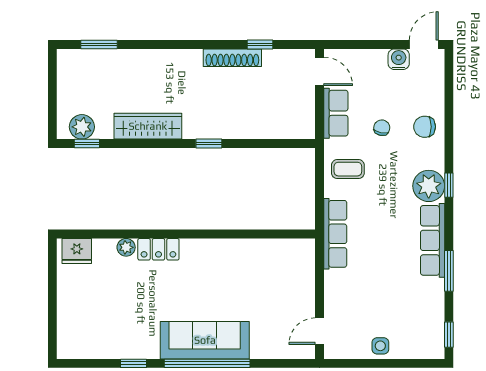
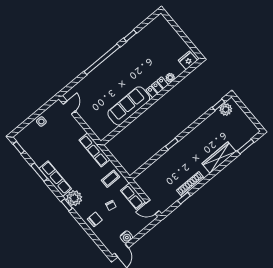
wardrobe: (148, 126) -> (219, 158), moved, turned 180
sofa: (205, 340) -> (129, 106), moved, turned 180

